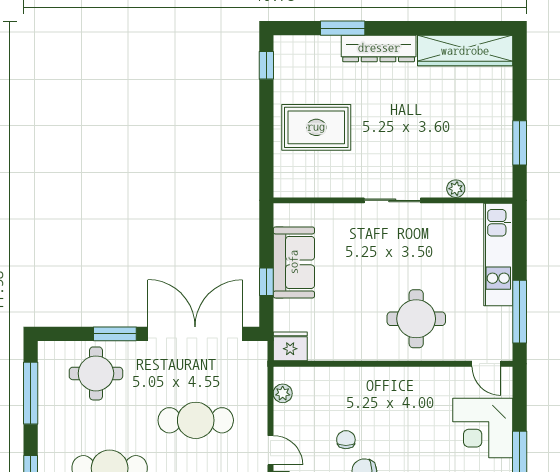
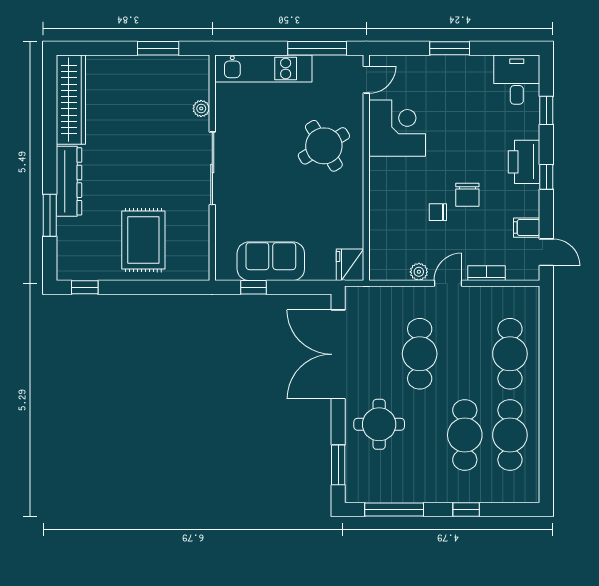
sliding door: (392, 200) -> (212, 168), width x1.37
window: (266, 282) -> (253, 287), moved
round table: (416, 319) -> (324, 146), turned -31
window: (115, 334) -> (338, 465), moved
round table: (96, 373) -> (379, 424), moved
plant: (283, 393) -> (419, 272), moved
corner desk: (483, 428) -> (397, 128), moved, turned -90

